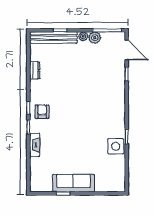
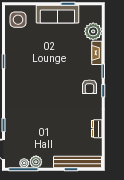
plant: (83, 36) -> (24, 163), moved
side table: (116, 146) -> (18, 20), moved
plant: (38, 166) -> (93, 31), added

